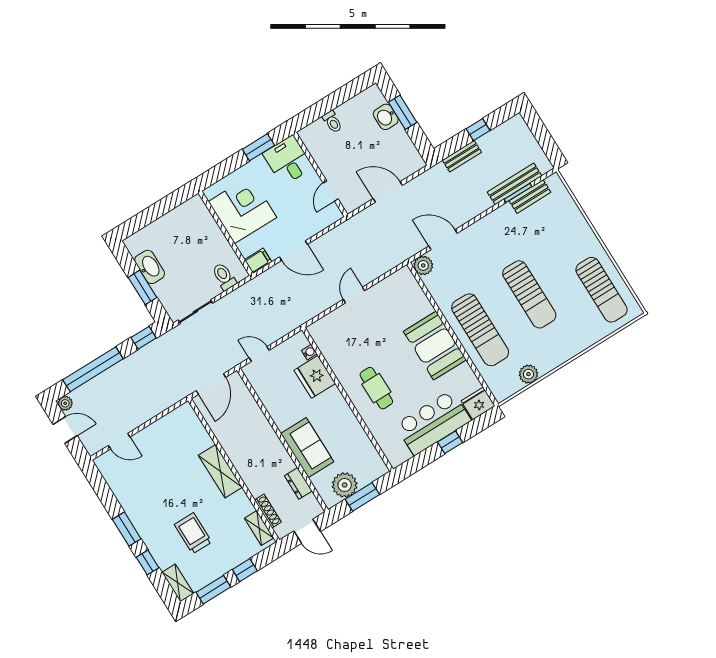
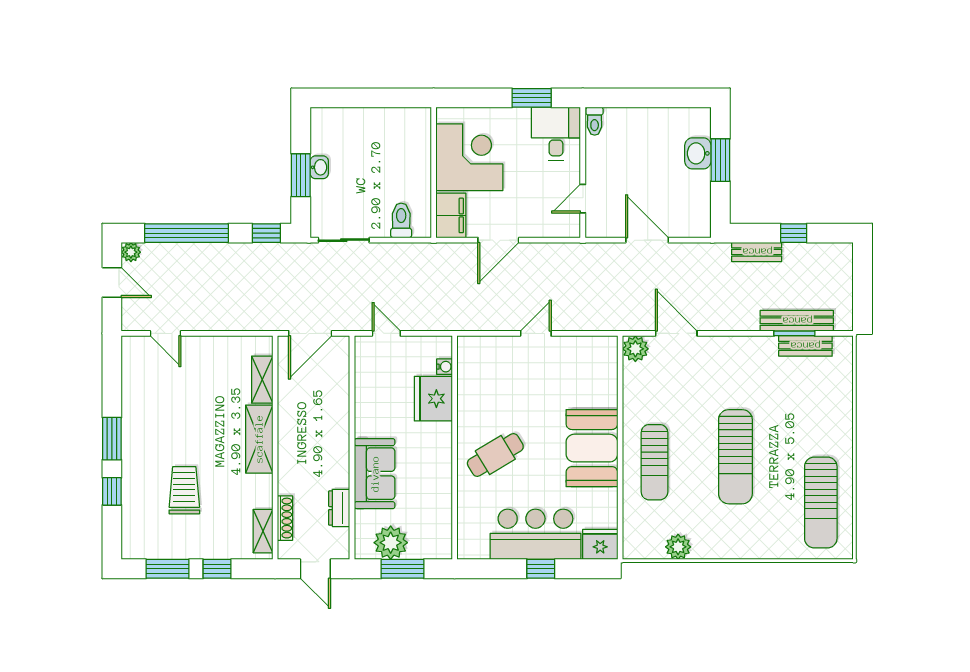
toilet: (332, 122) -> (595, 121), moved
door: (293, 251) -> (498, 240), hinge flipped
filing cabinet: (258, 261) -> (451, 215), width x2.00
washbasin: (150, 267) -> (319, 167), width x0.52, depth x0.69
sun lounger: (480, 330) -> (654, 462), width x0.73, depth x0.75
cafe table: (376, 388) -> (495, 455), turned 59
shelving: (178, 583) -> (262, 380), moved

